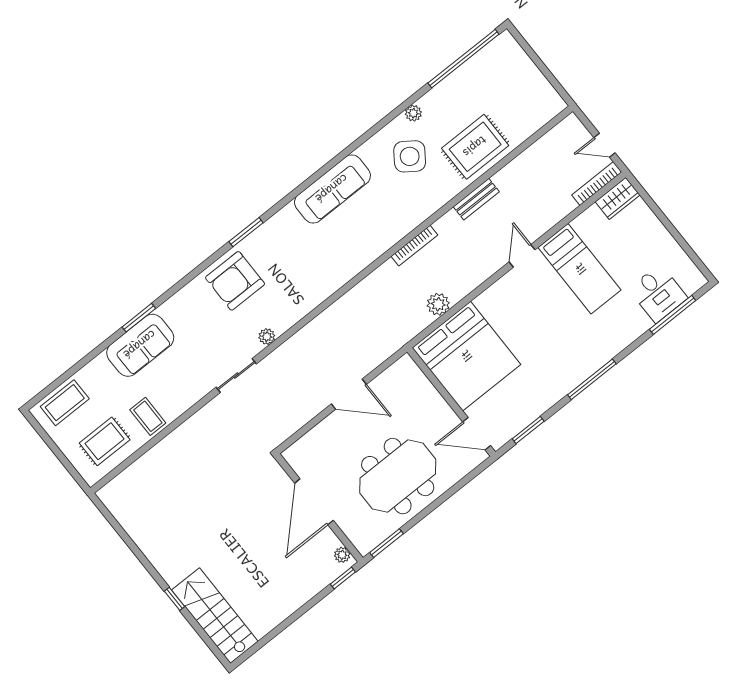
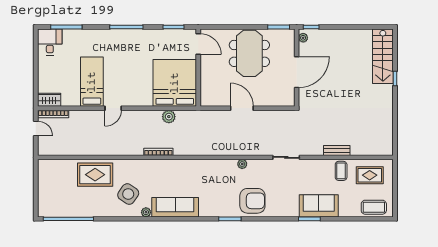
plant: (413, 113) -> (146, 212), moved
bench: (476, 199) -> (337, 151), moved
desk: (658, 293) -> (50, 42), moved
plant: (267, 337) -> (242, 164), moved
meeting table: (398, 476) -> (249, 53), turned 90

